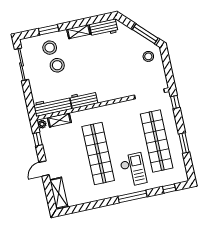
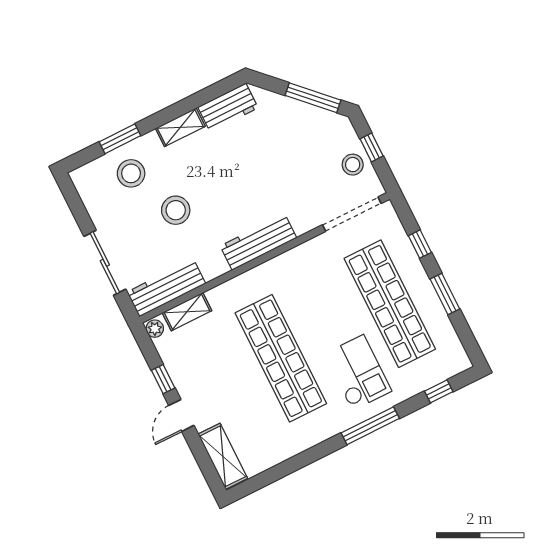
stool: (148, 56) -> (353, 165), moved
sliding door: (21, 64) -> (105, 263), moved
stool: (57, 65) -> (176, 210), moved
window: (167, 65) -> (372, 147), added
workbench: (84, 100) -> (258, 242), moved, width x1.37
window: (175, 102) -> (420, 244), moved
window: (38, 139) -> (163, 379), moved

